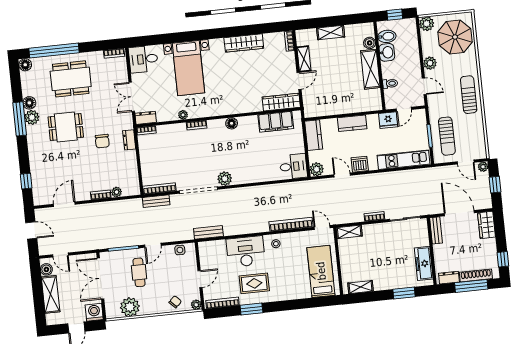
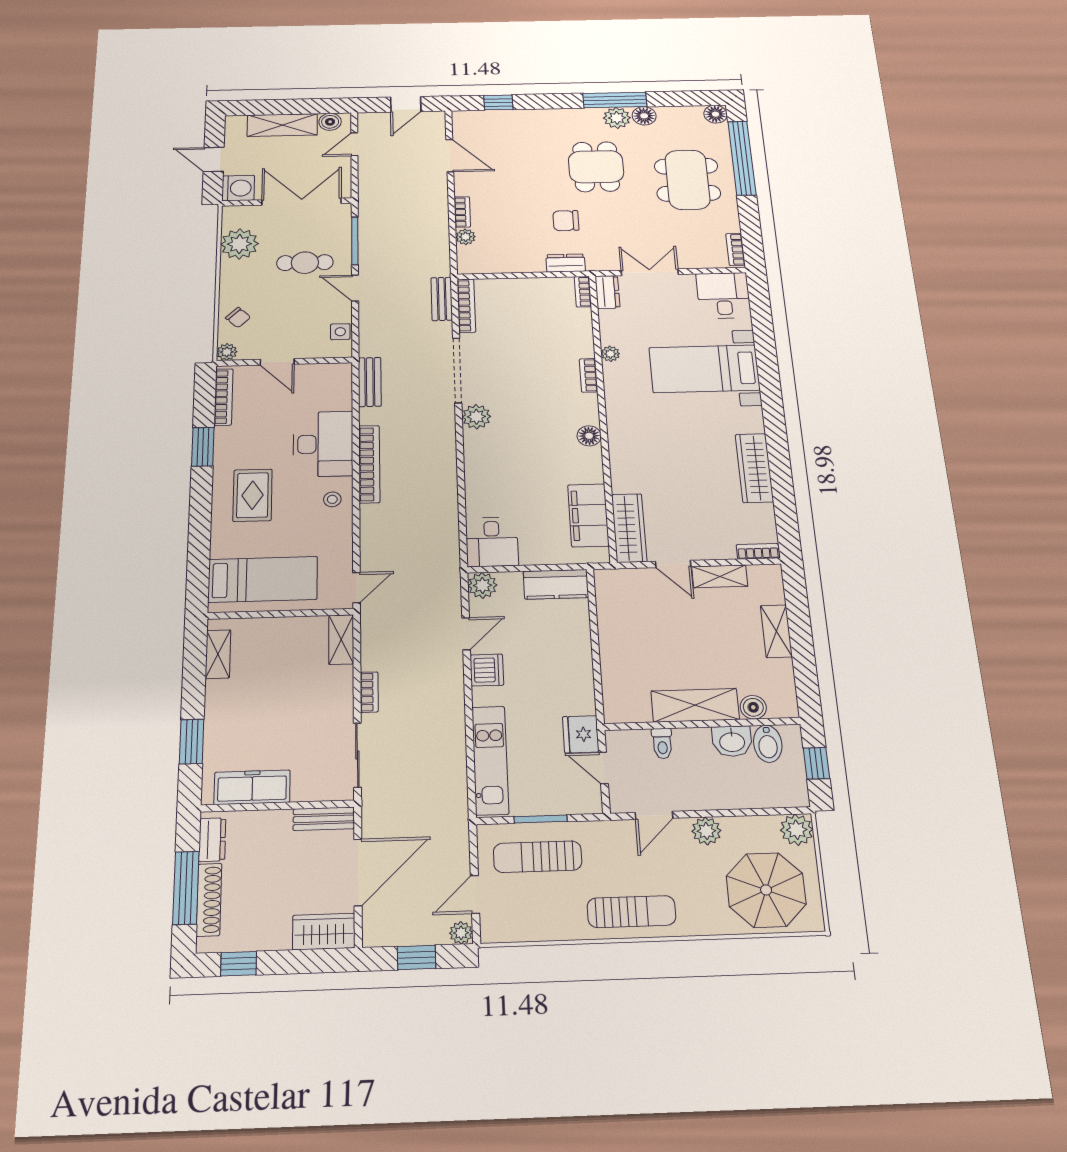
kitchen counter: (352, 123) -> (577, 661), removed
bookcase: (291, 224) -> (369, 464), moved
rug: (254, 283) -> (253, 495), moved

